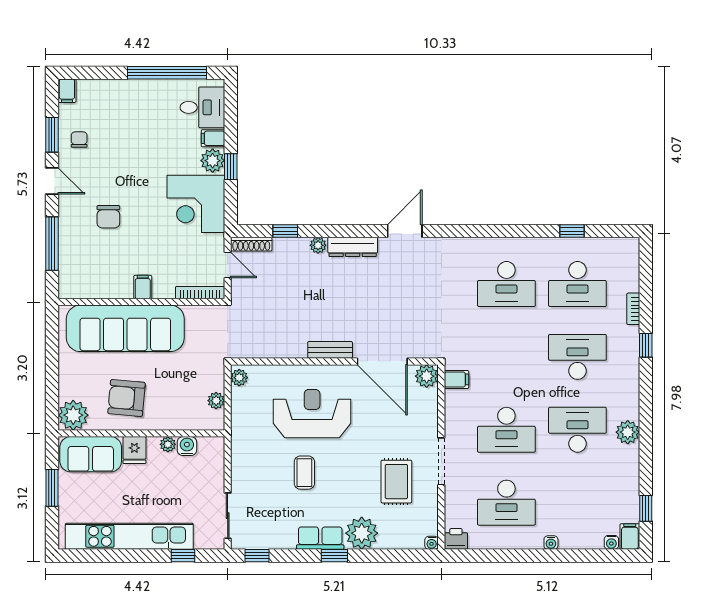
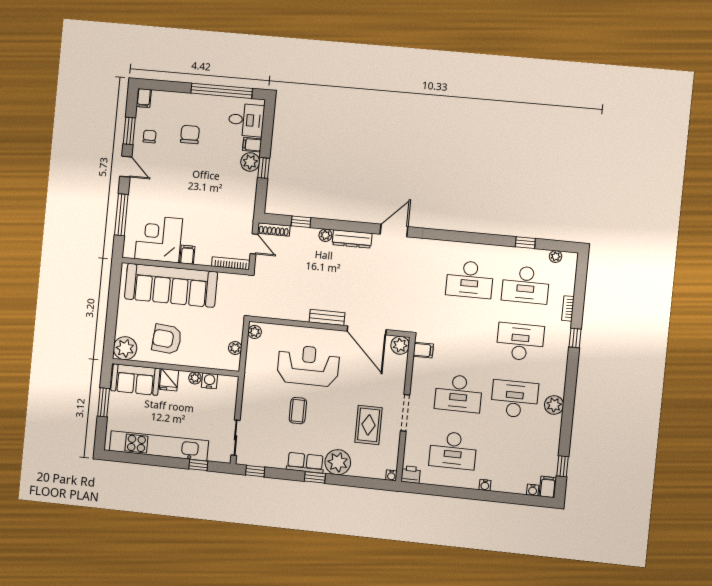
corner desk: (196, 204) -> (159, 239), moved, turned 90
chair: (108, 217) -> (190, 134), moved, turned 180
plant: (611, 245) -> (556, 257), added

